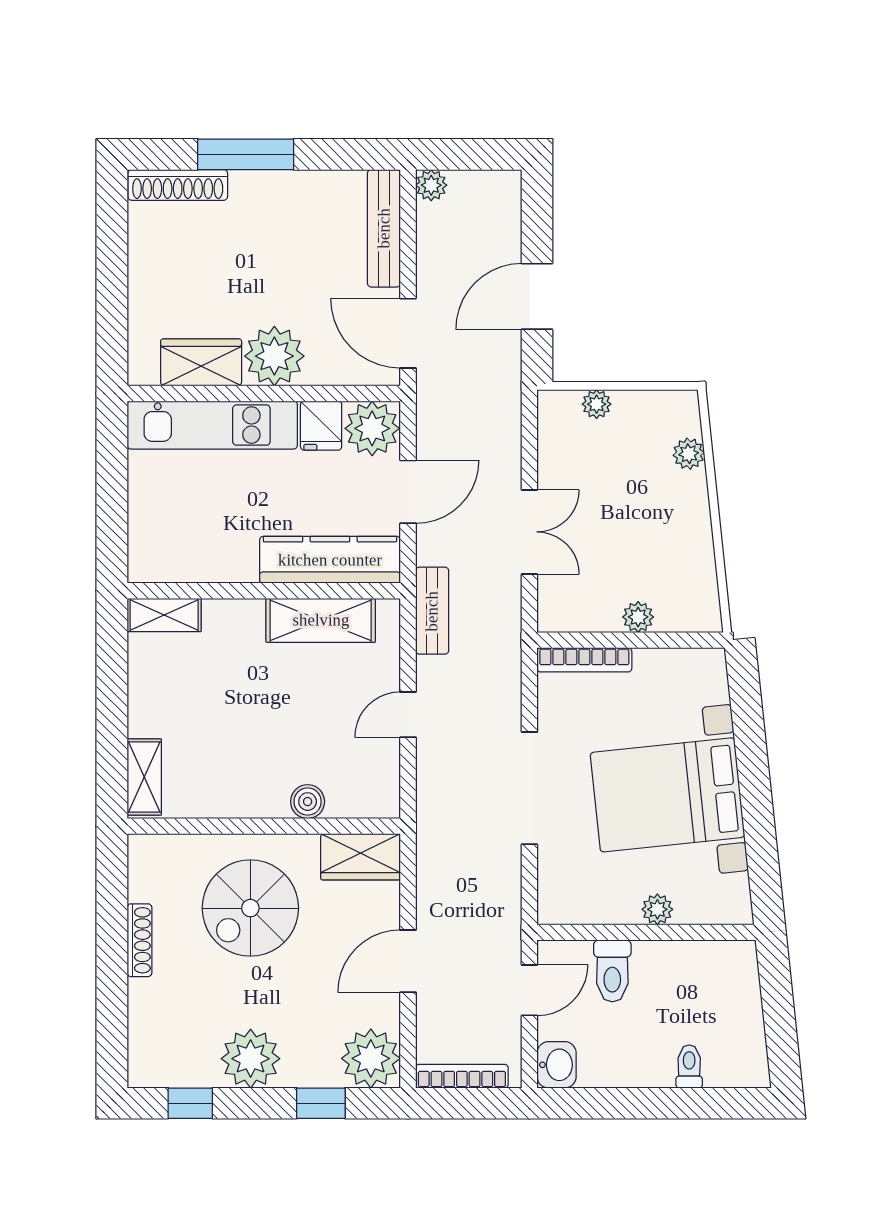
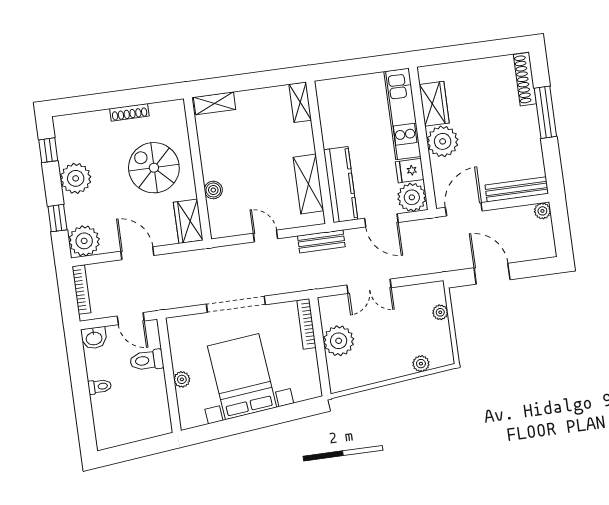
plant: (638, 617) -> (339, 341), width x1.87, depth x1.87
toilet: (689, 1066) -> (100, 387), moved

